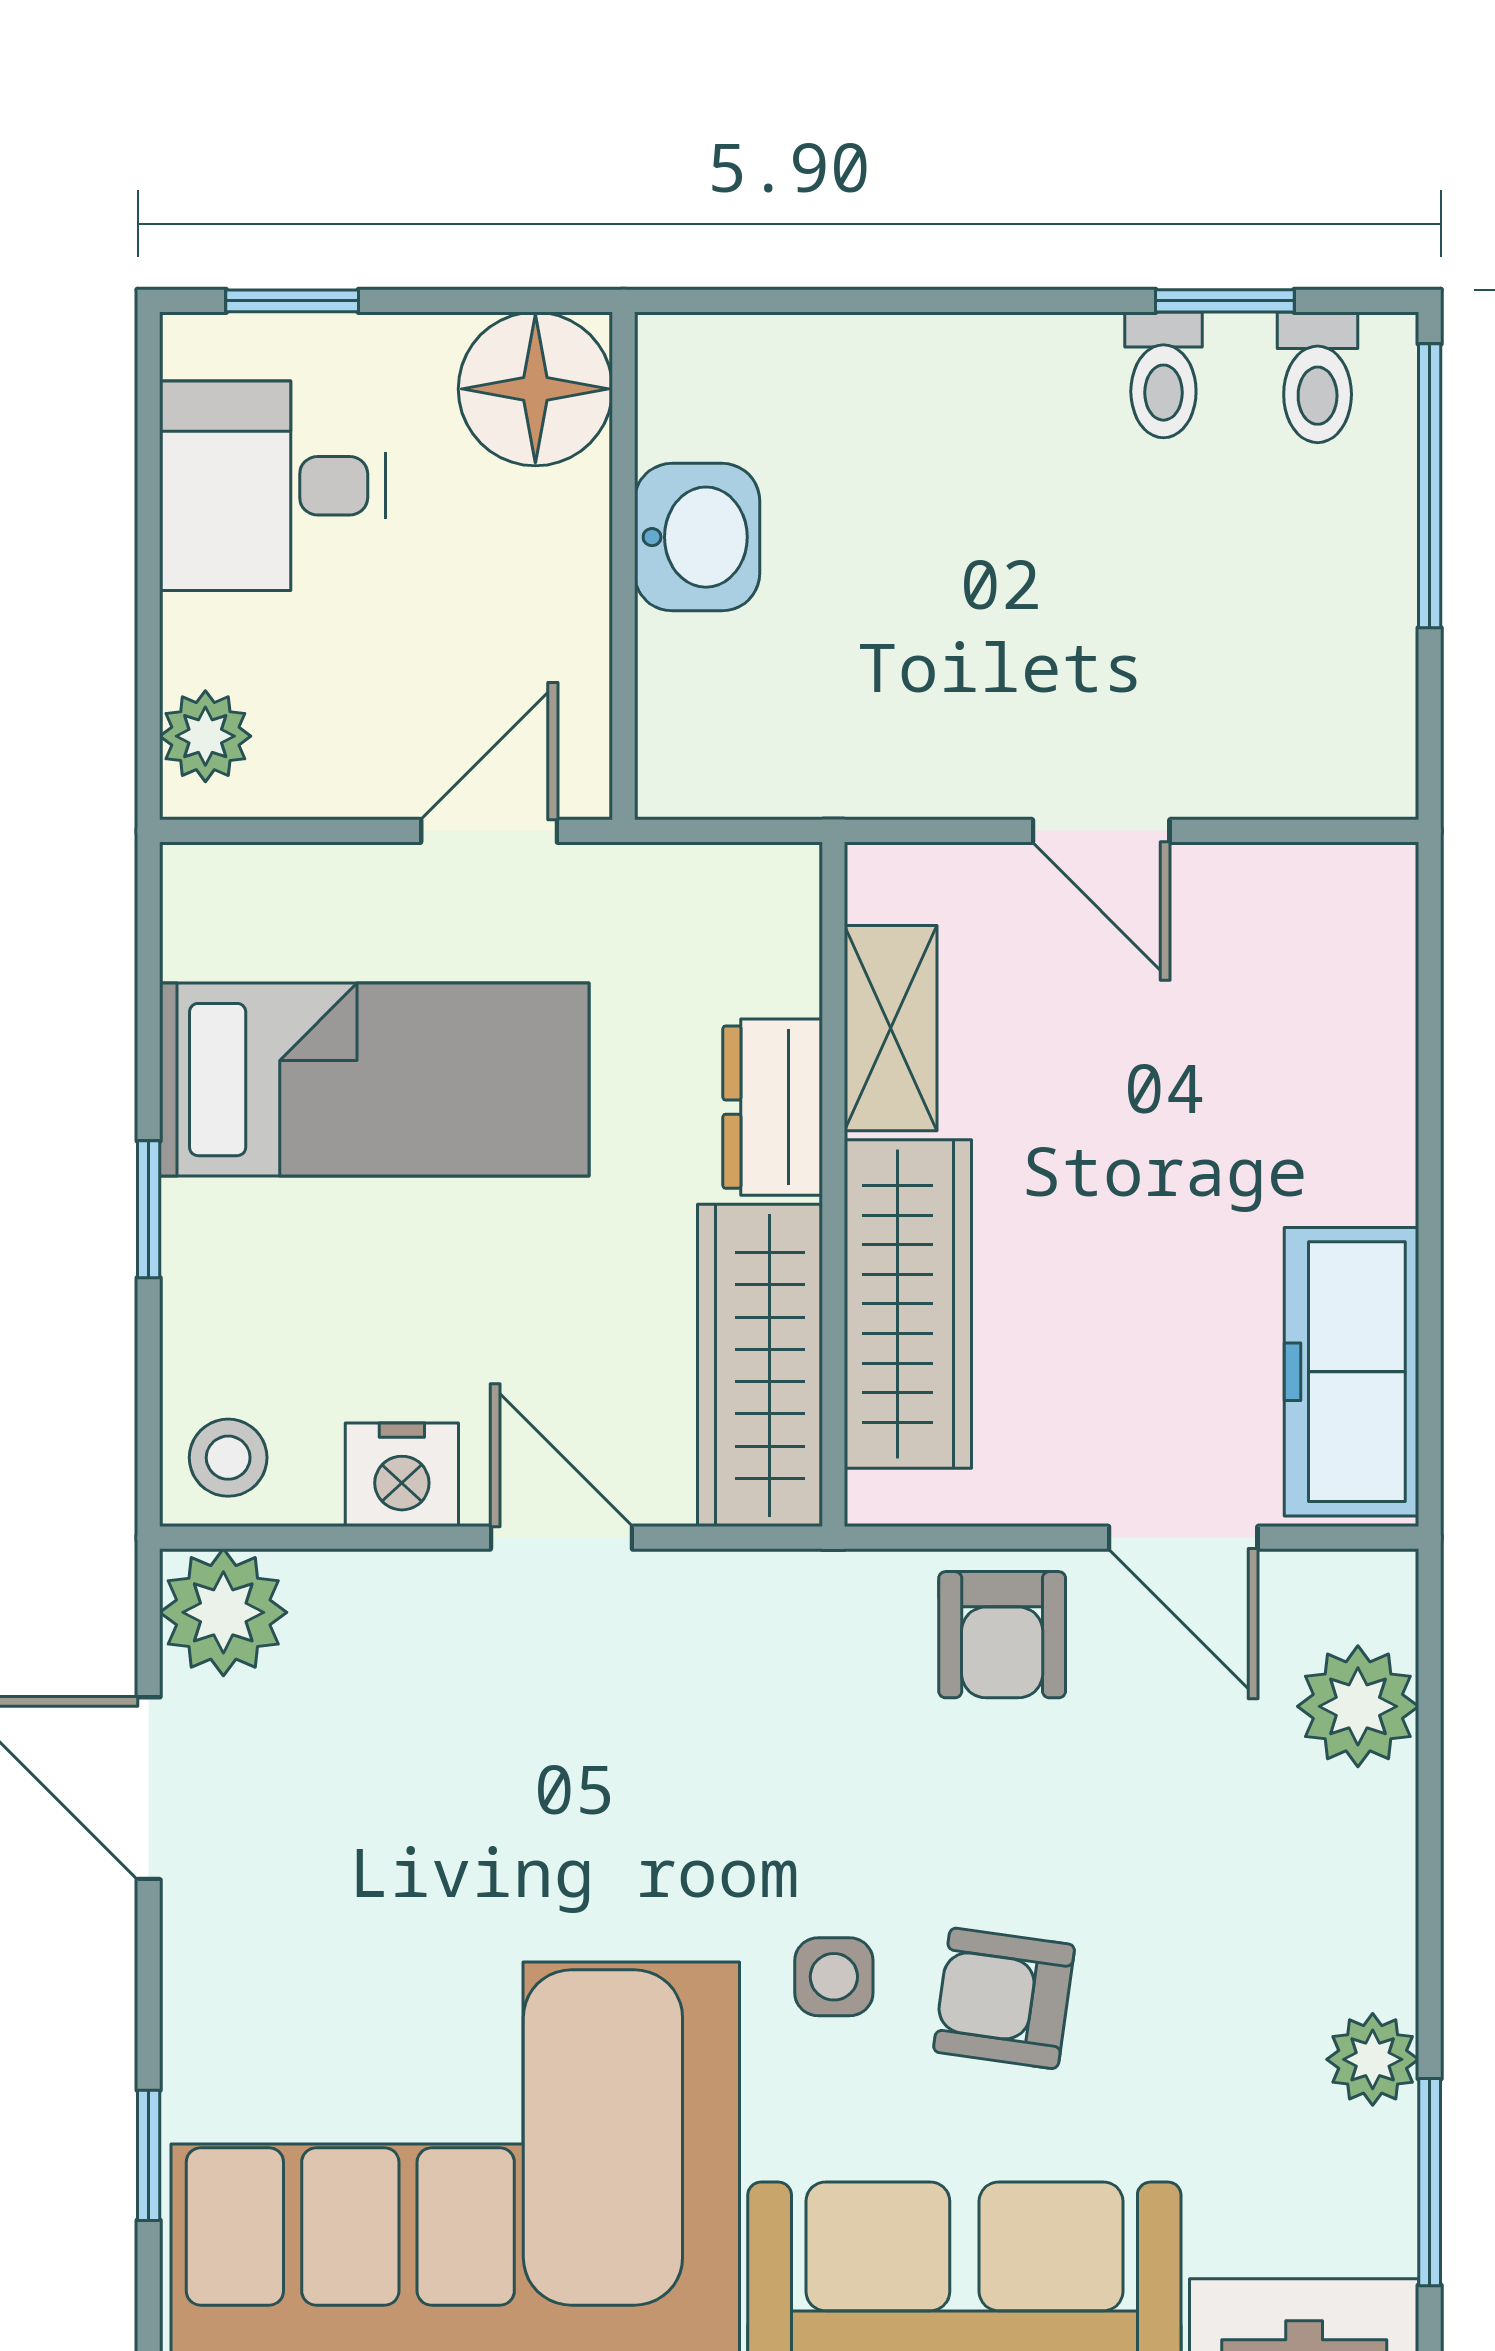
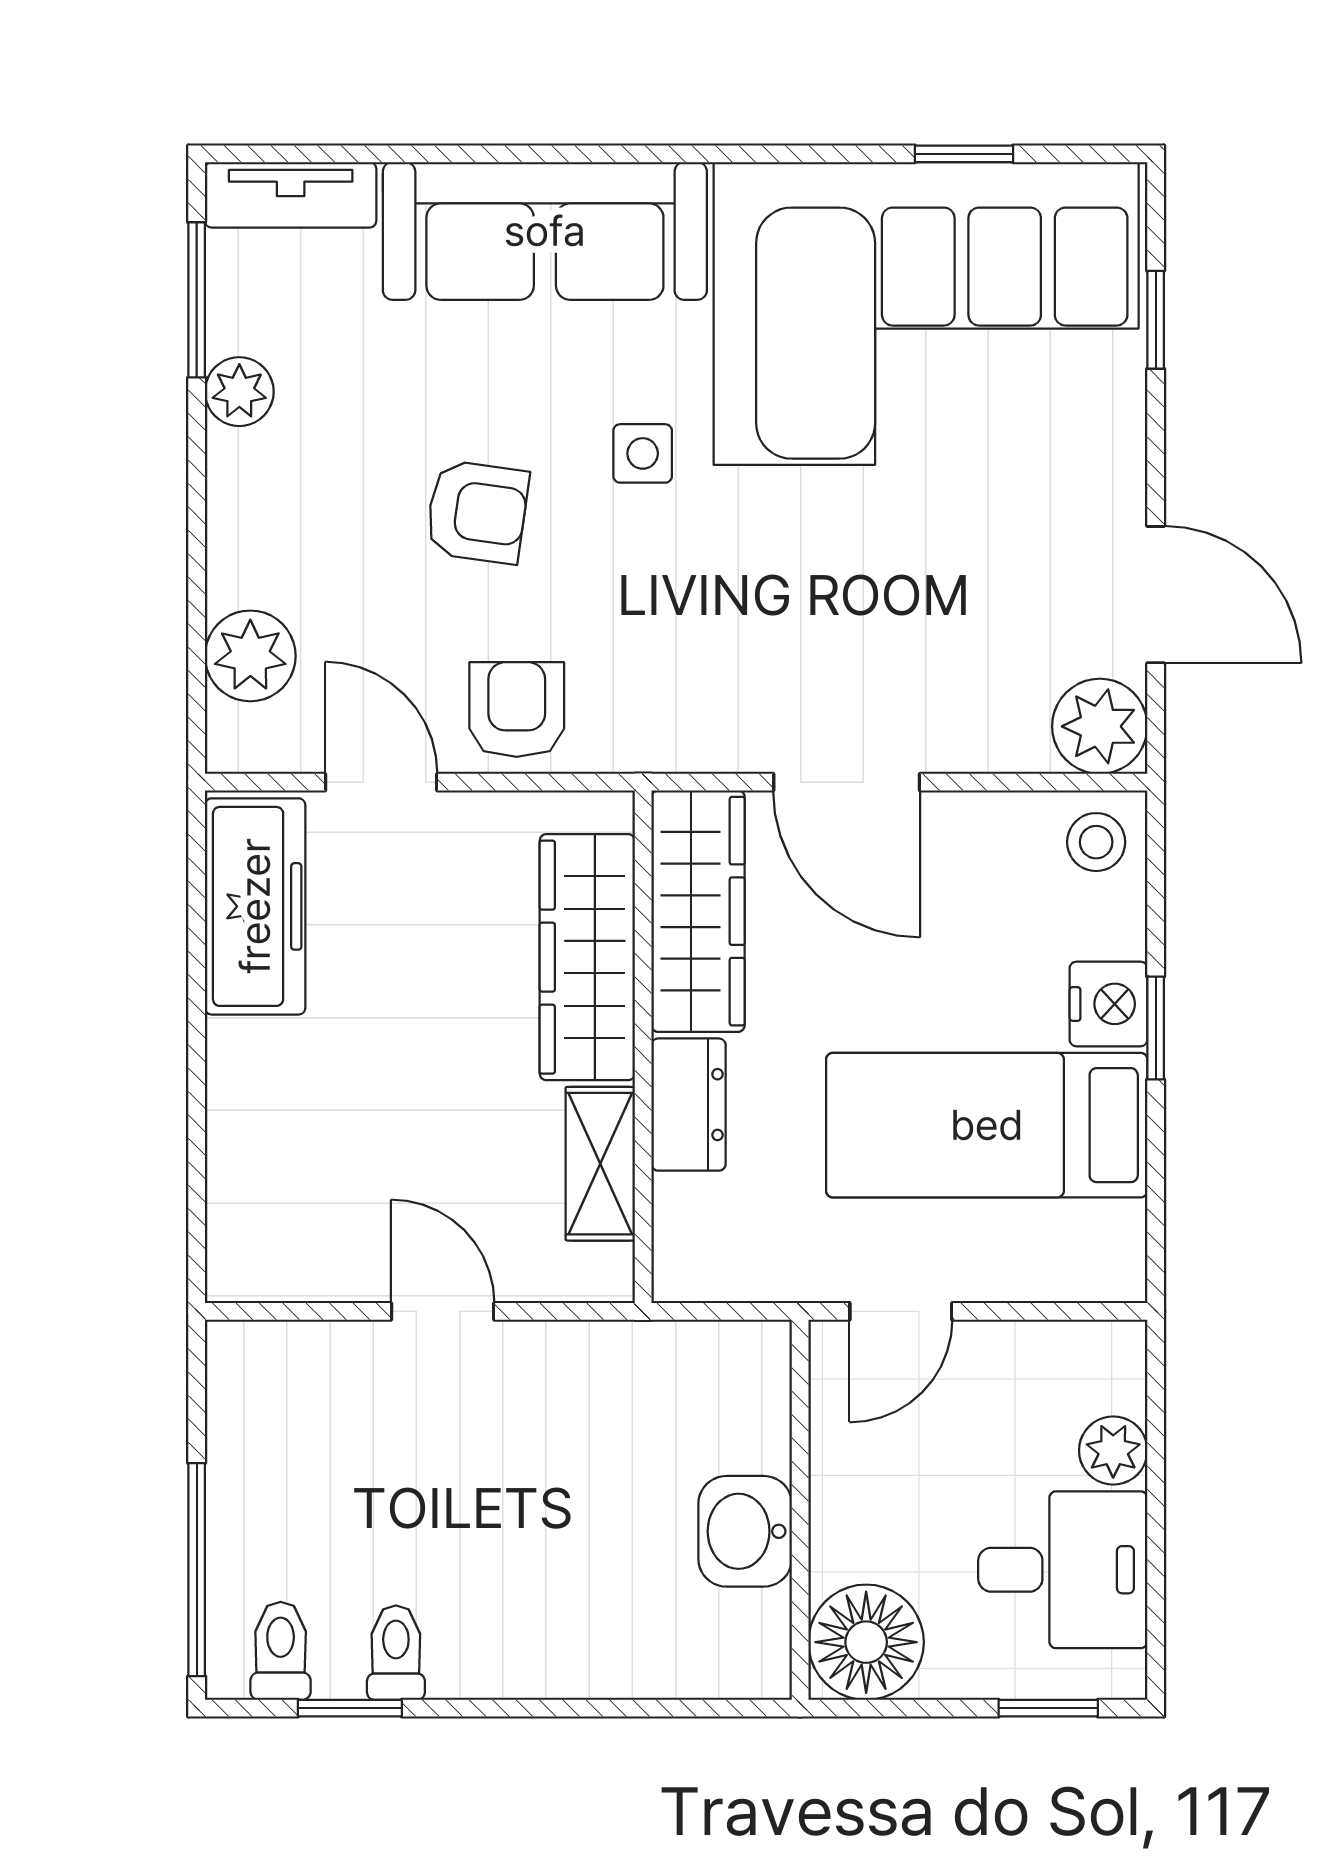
plant: (205, 736) -> (1113, 1451), moved
nightstand: (402, 1475) -> (1108, 1004), moved, turned 90
door: (561, 1538) -> (847, 782), width x1.38
armchair: (1004, 1998) -> (477, 512), moved

